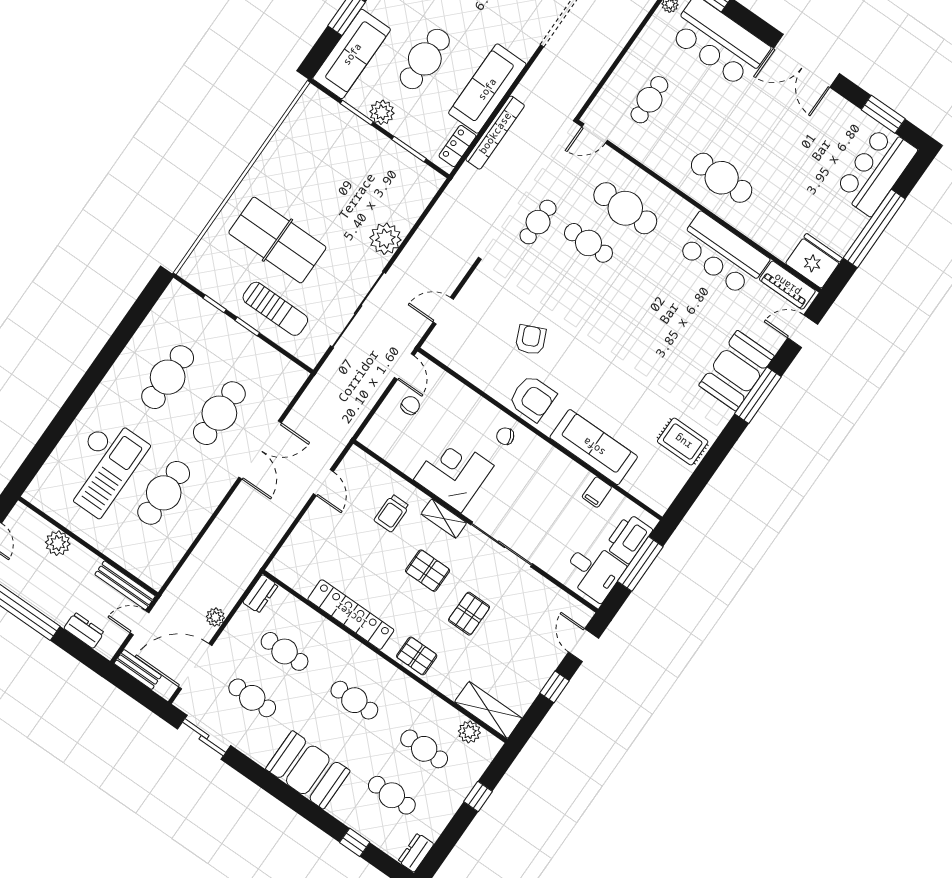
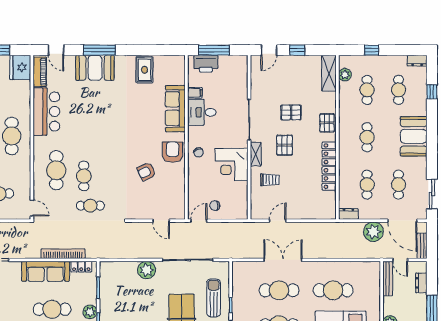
desk: (594, 571) -> (202, 112), moved, turned -90
plant: (215, 617) -> (373, 232), width x1.87, depth x1.87

